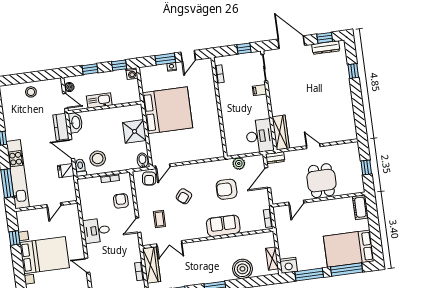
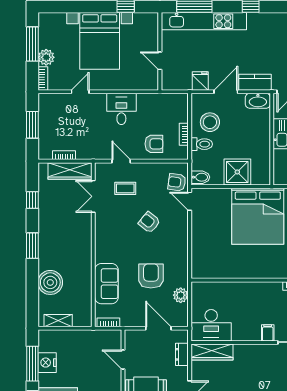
dresser: (275, 158) -> (182, 354), moved
toilet: (81, 168) -> (202, 144), moved
sofa: (223, 226) -> (106, 284), moved
nightstand: (288, 265) -> (47, 363), moved

